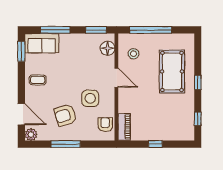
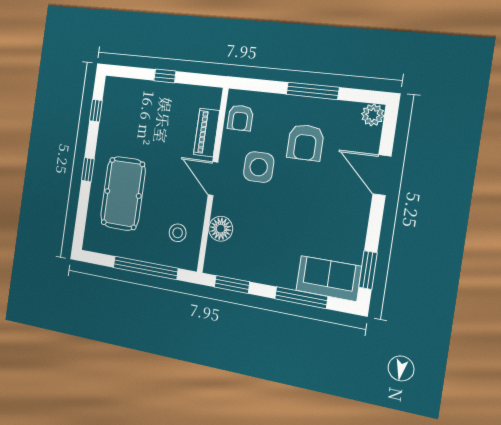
floor lamp: (107, 48) -> (221, 229), moved
door: (116, 78) -> (213, 179), moved
coffee table: (38, 80) -> (346, 213), removed
door: (21, 114) -> (382, 175), moved
armchair: (65, 115) -> (305, 142), turned 107
piano: (124, 127) -> (207, 133), moved

